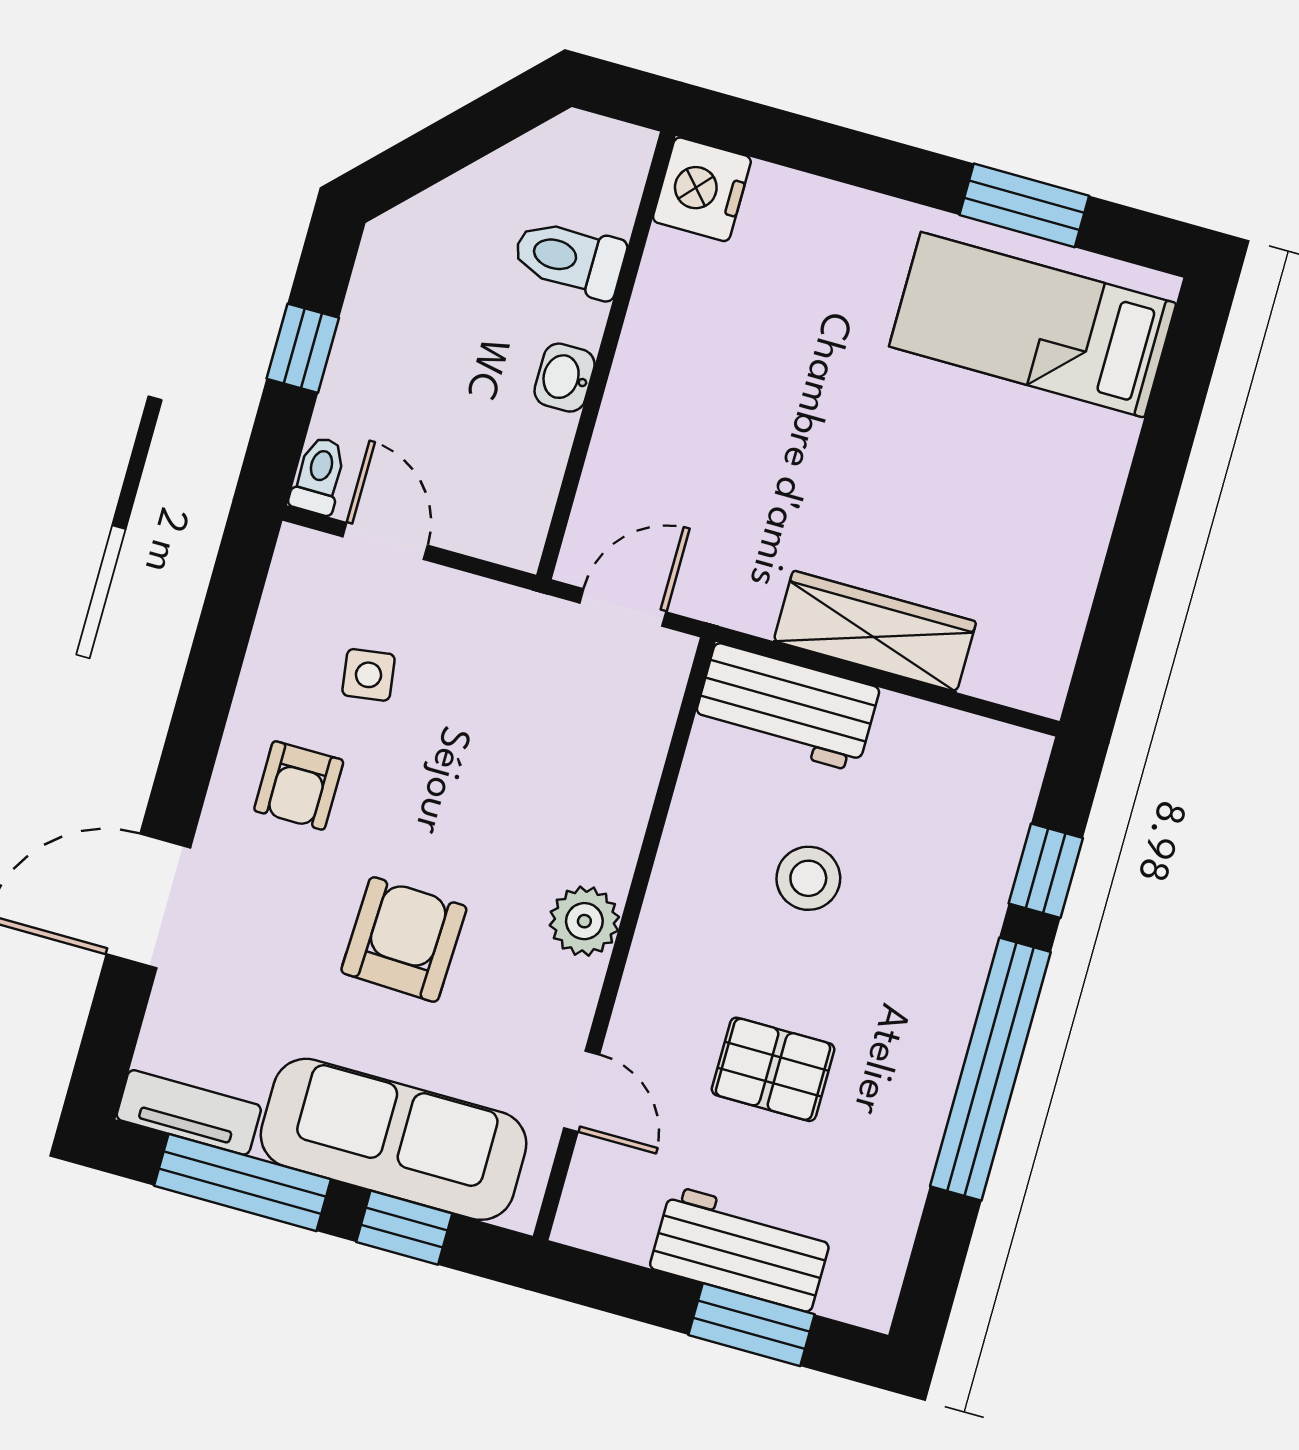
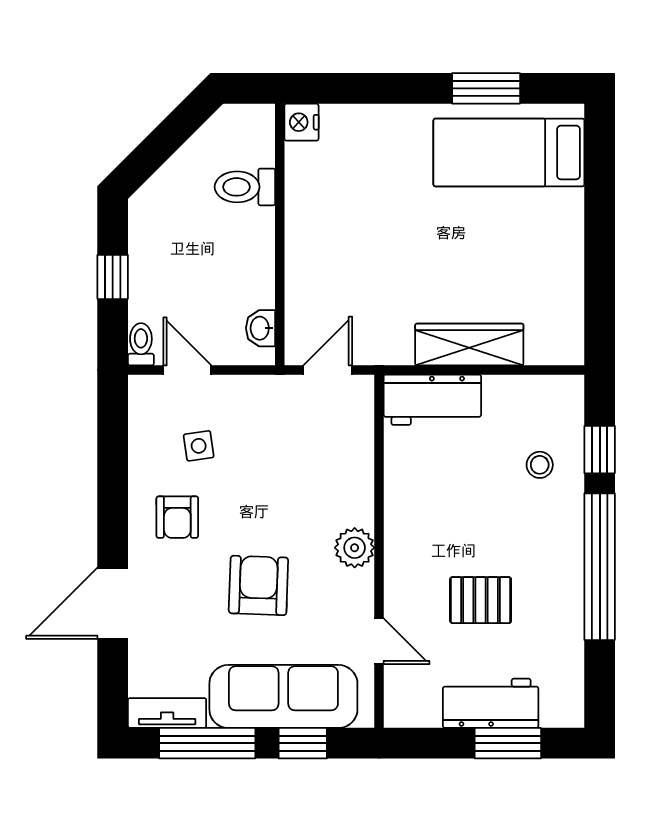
nightstand: (702, 189) -> (301, 122), width x0.74, depth x0.75
washbasin: (565, 378) -> (261, 328), moved
stool: (808, 878) -> (540, 465), moved, width x0.73, depth x0.73

